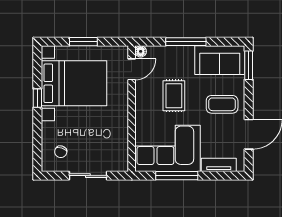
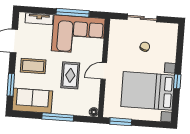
window: (83, 42) -> (121, 122), moved
window: (249, 65) -> (11, 85), moved
door: (132, 69) -> (104, 71), moved
chair: (61, 152) -> (145, 47), moved

